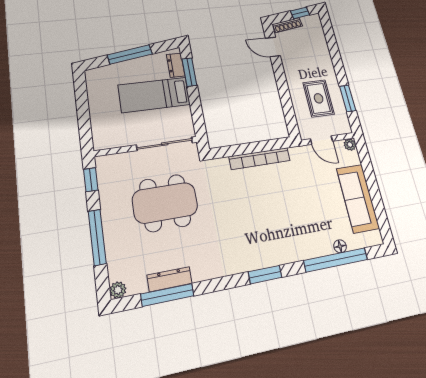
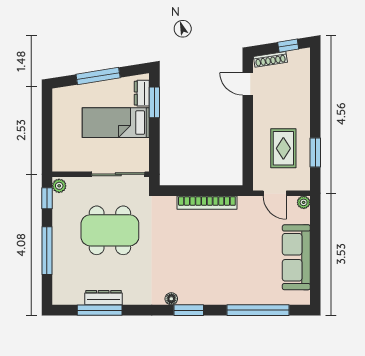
floor lamp: (340, 246) -> (171, 299), moved
plant: (118, 290) -> (59, 186), moved

